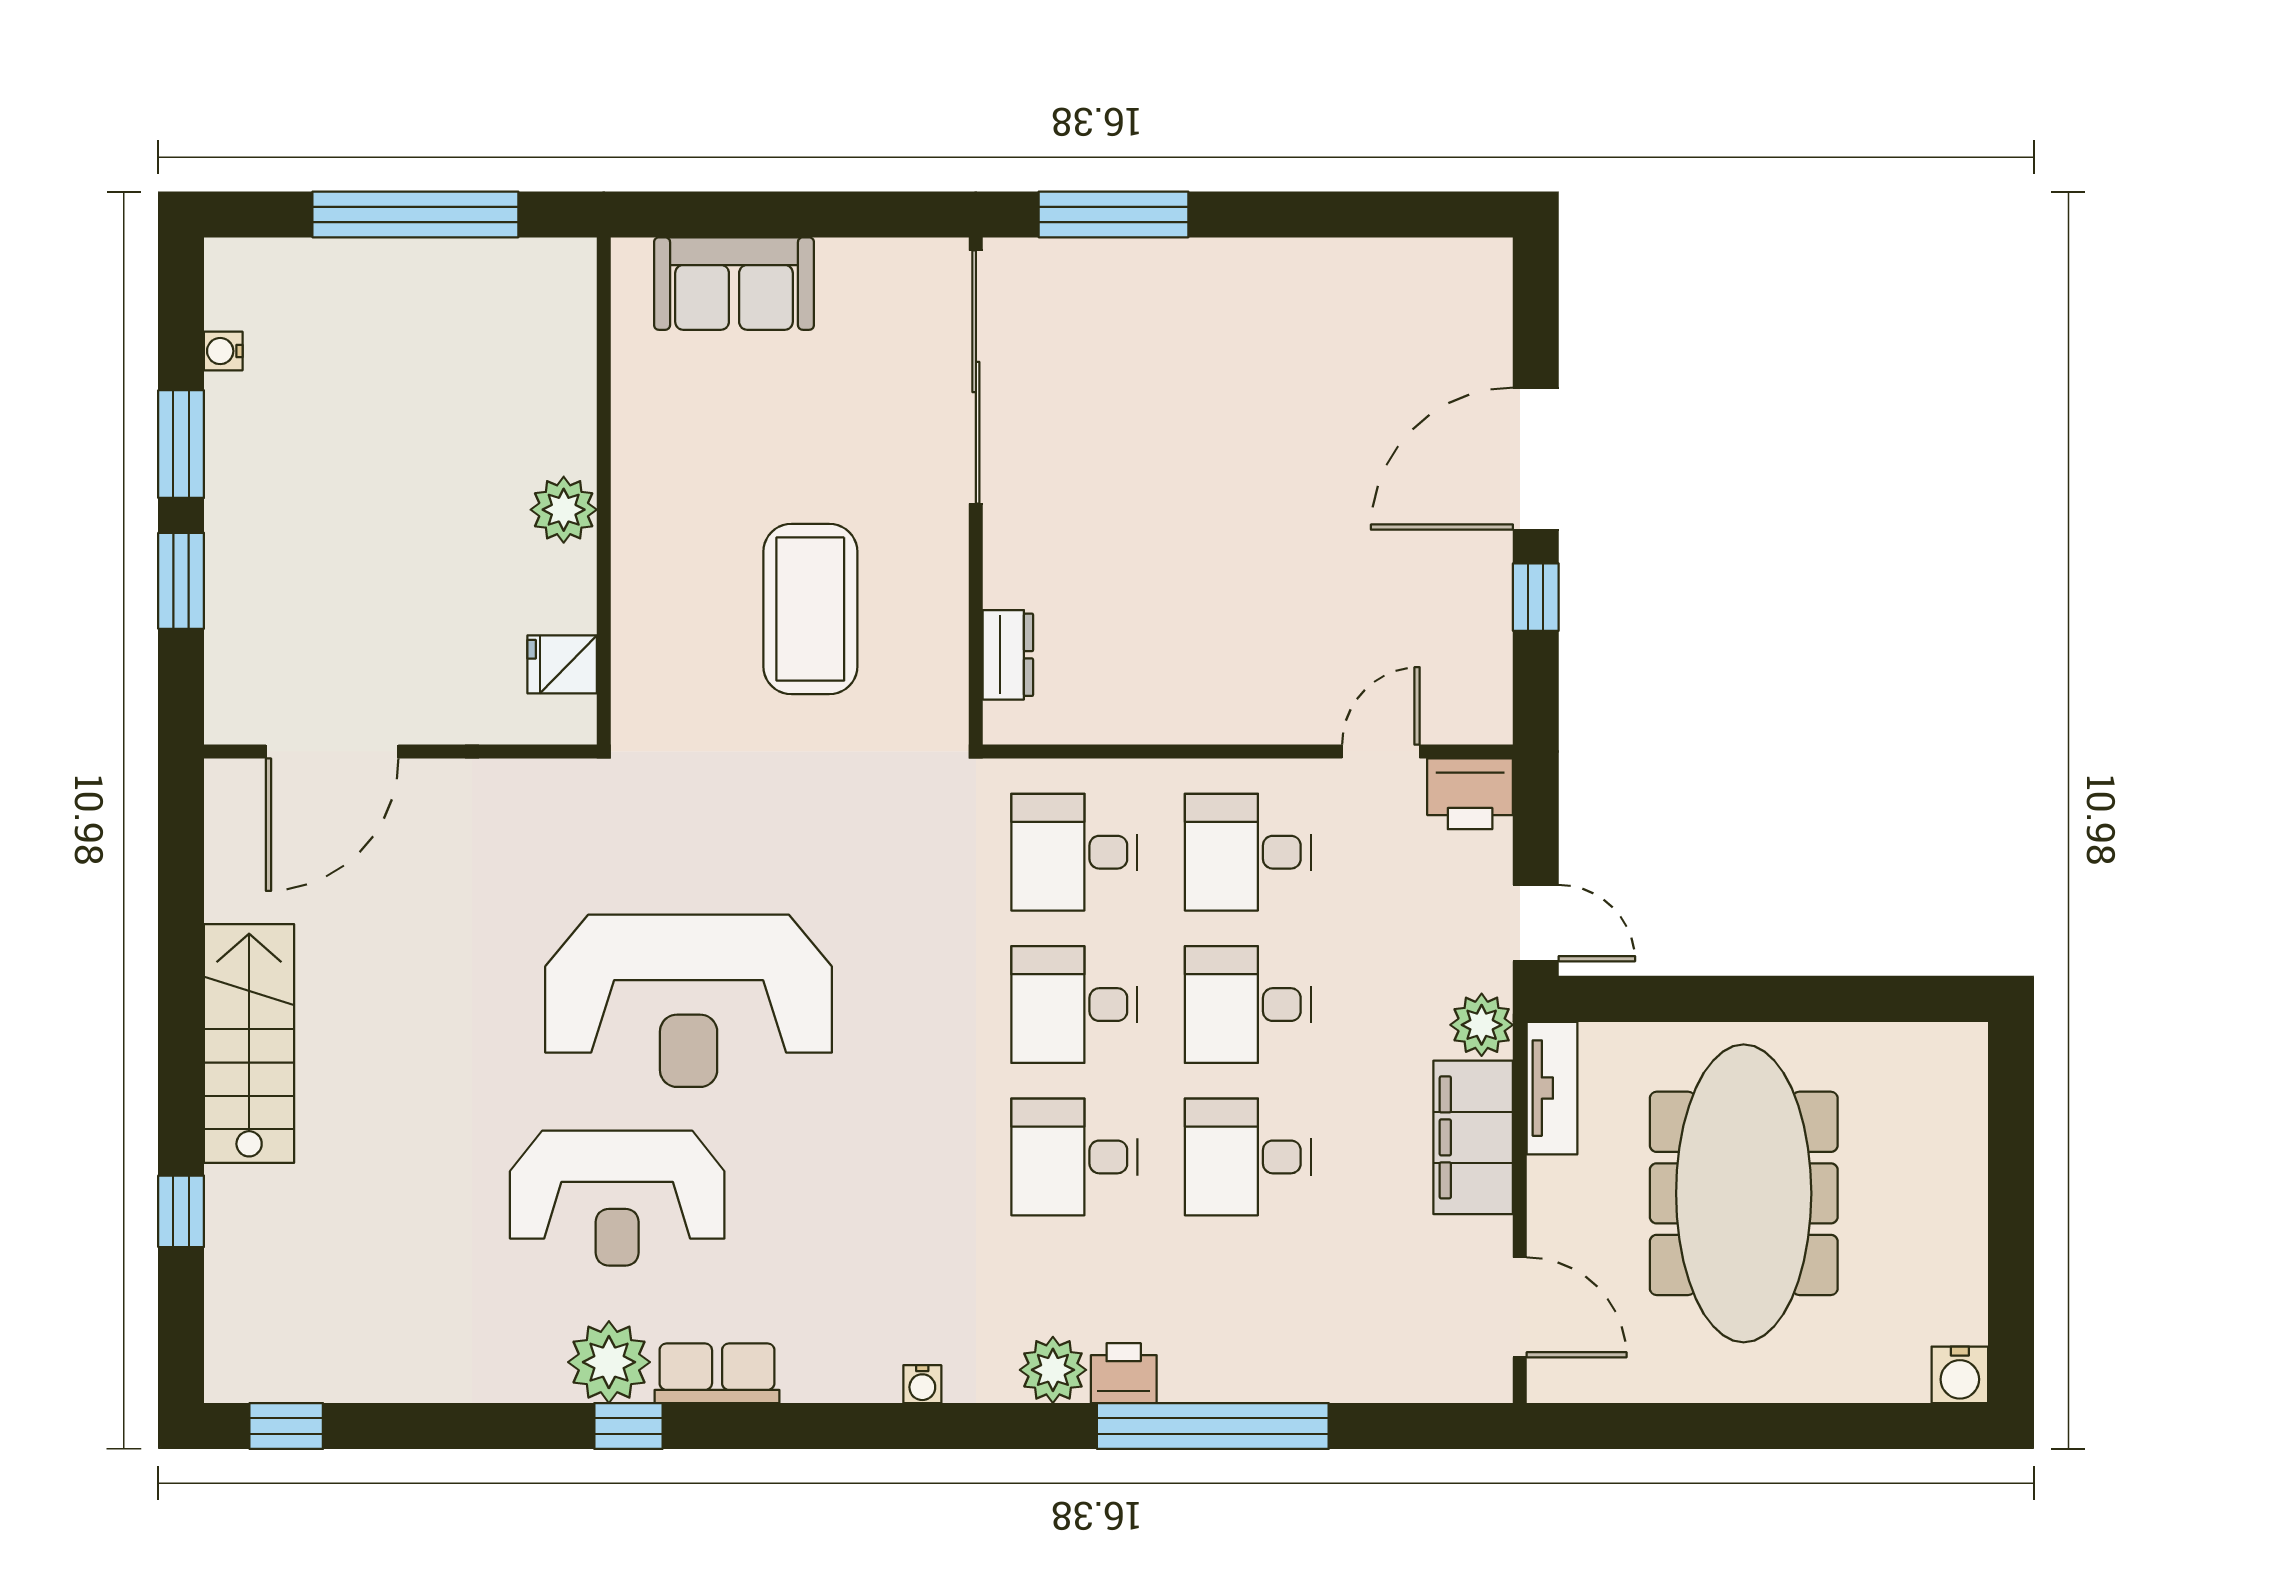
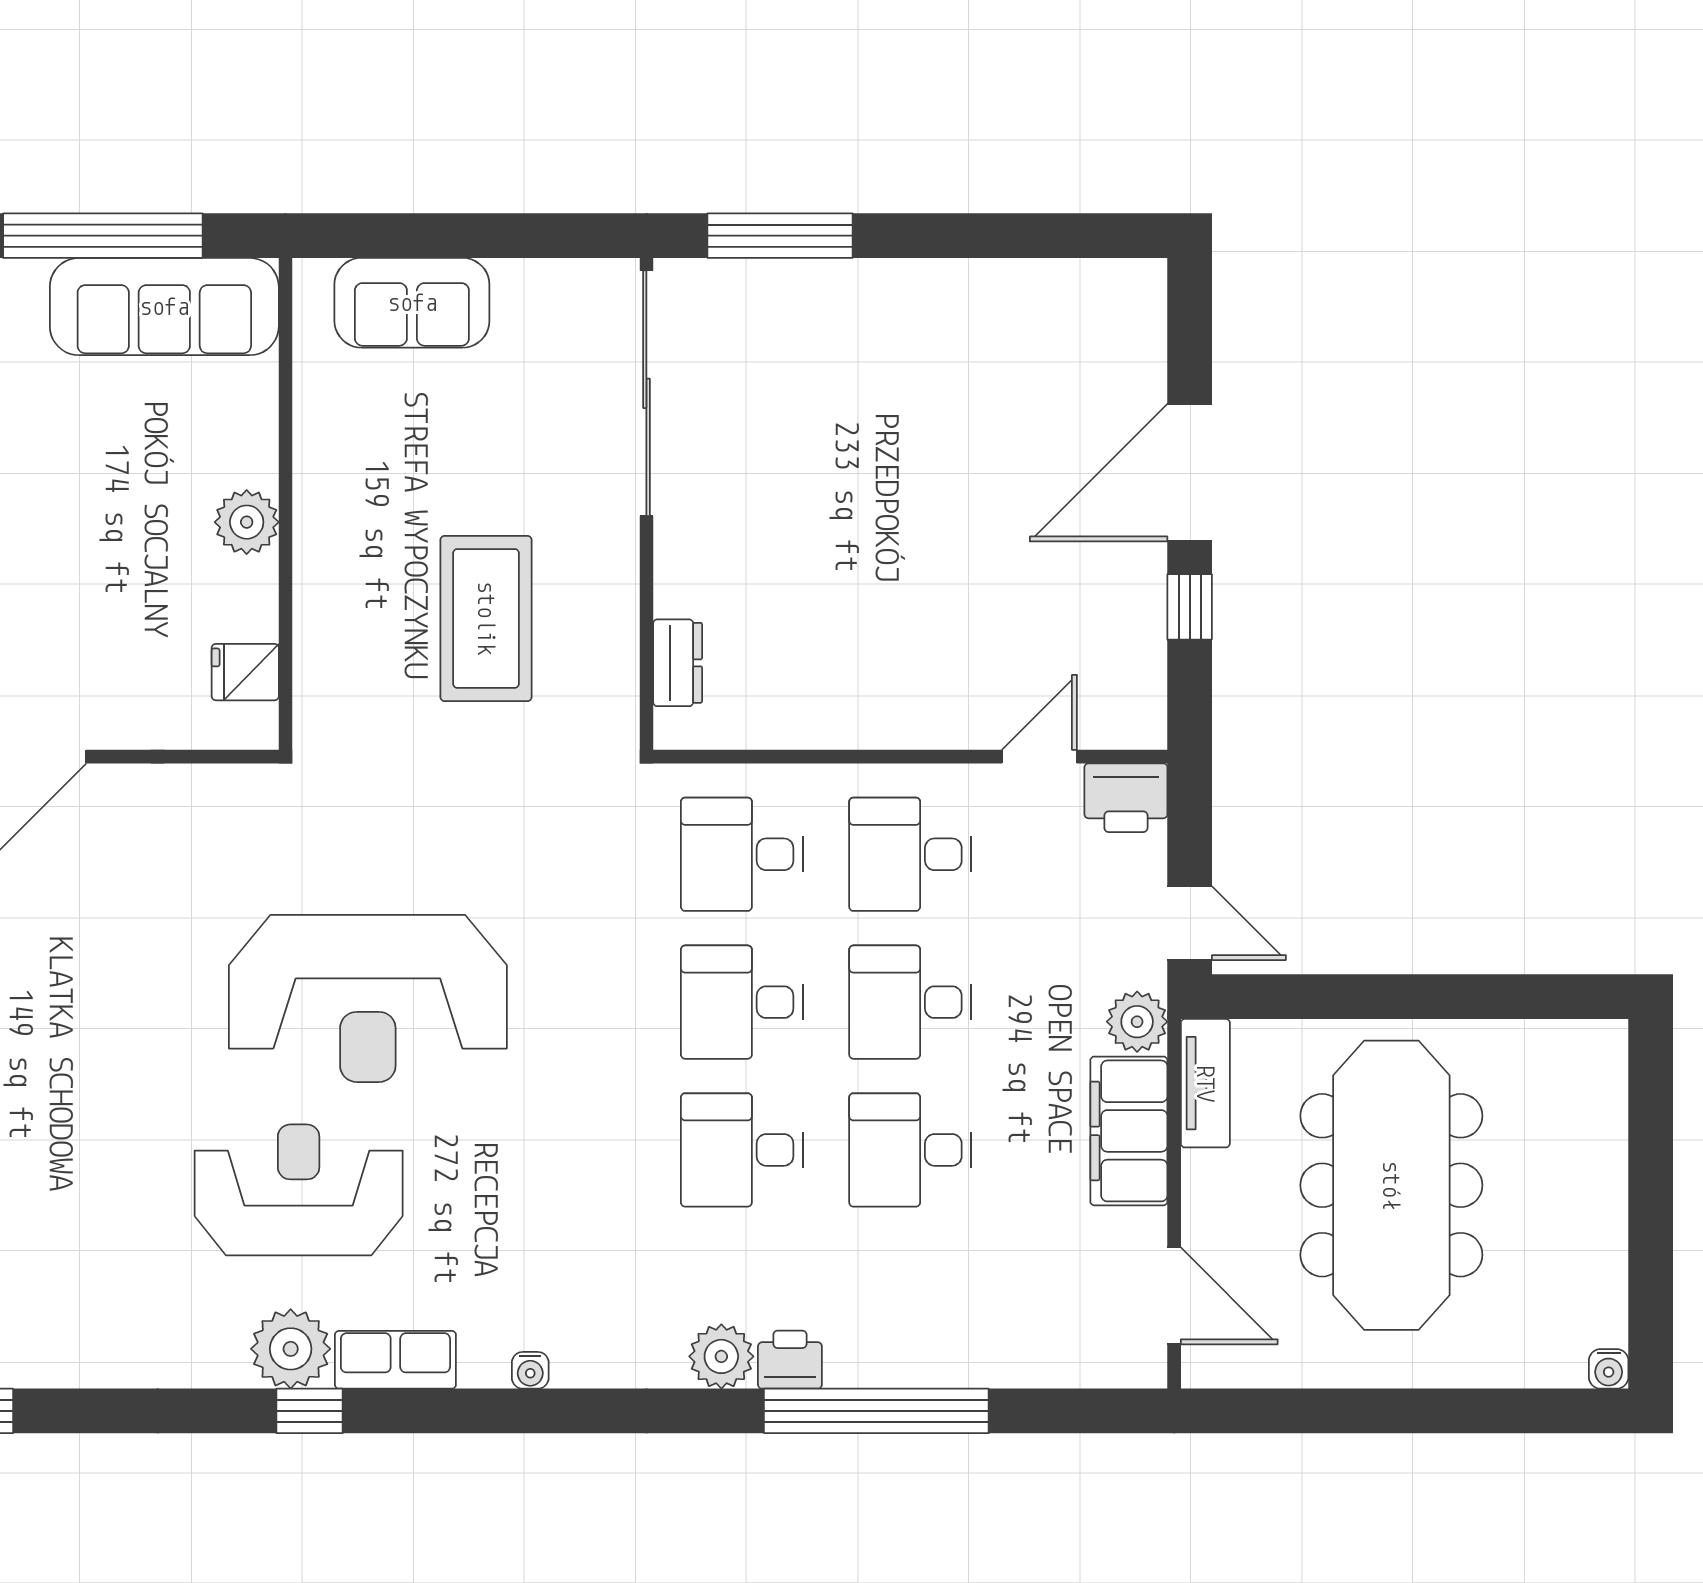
sofa: (479, 288) -> (164, 307), added
reception desk: (617, 1198) -> (299, 1190), turned 180
water cooler: (1960, 1375) -> (1609, 1369), width x0.72, depth x0.72
water cooler: (922, 1384) -> (530, 1370), moved

